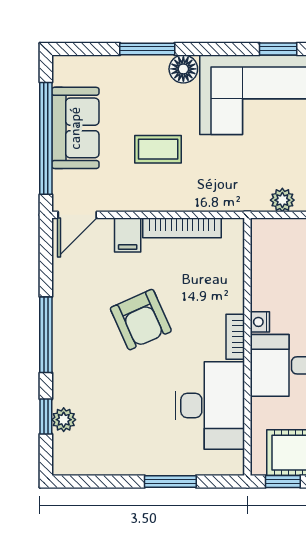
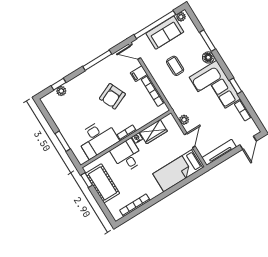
plant: (63, 74) -> (181, 17), added
wardrobe: (268, 280) -> (153, 132), added
window: (46, 335) -> (97, 60), moved

